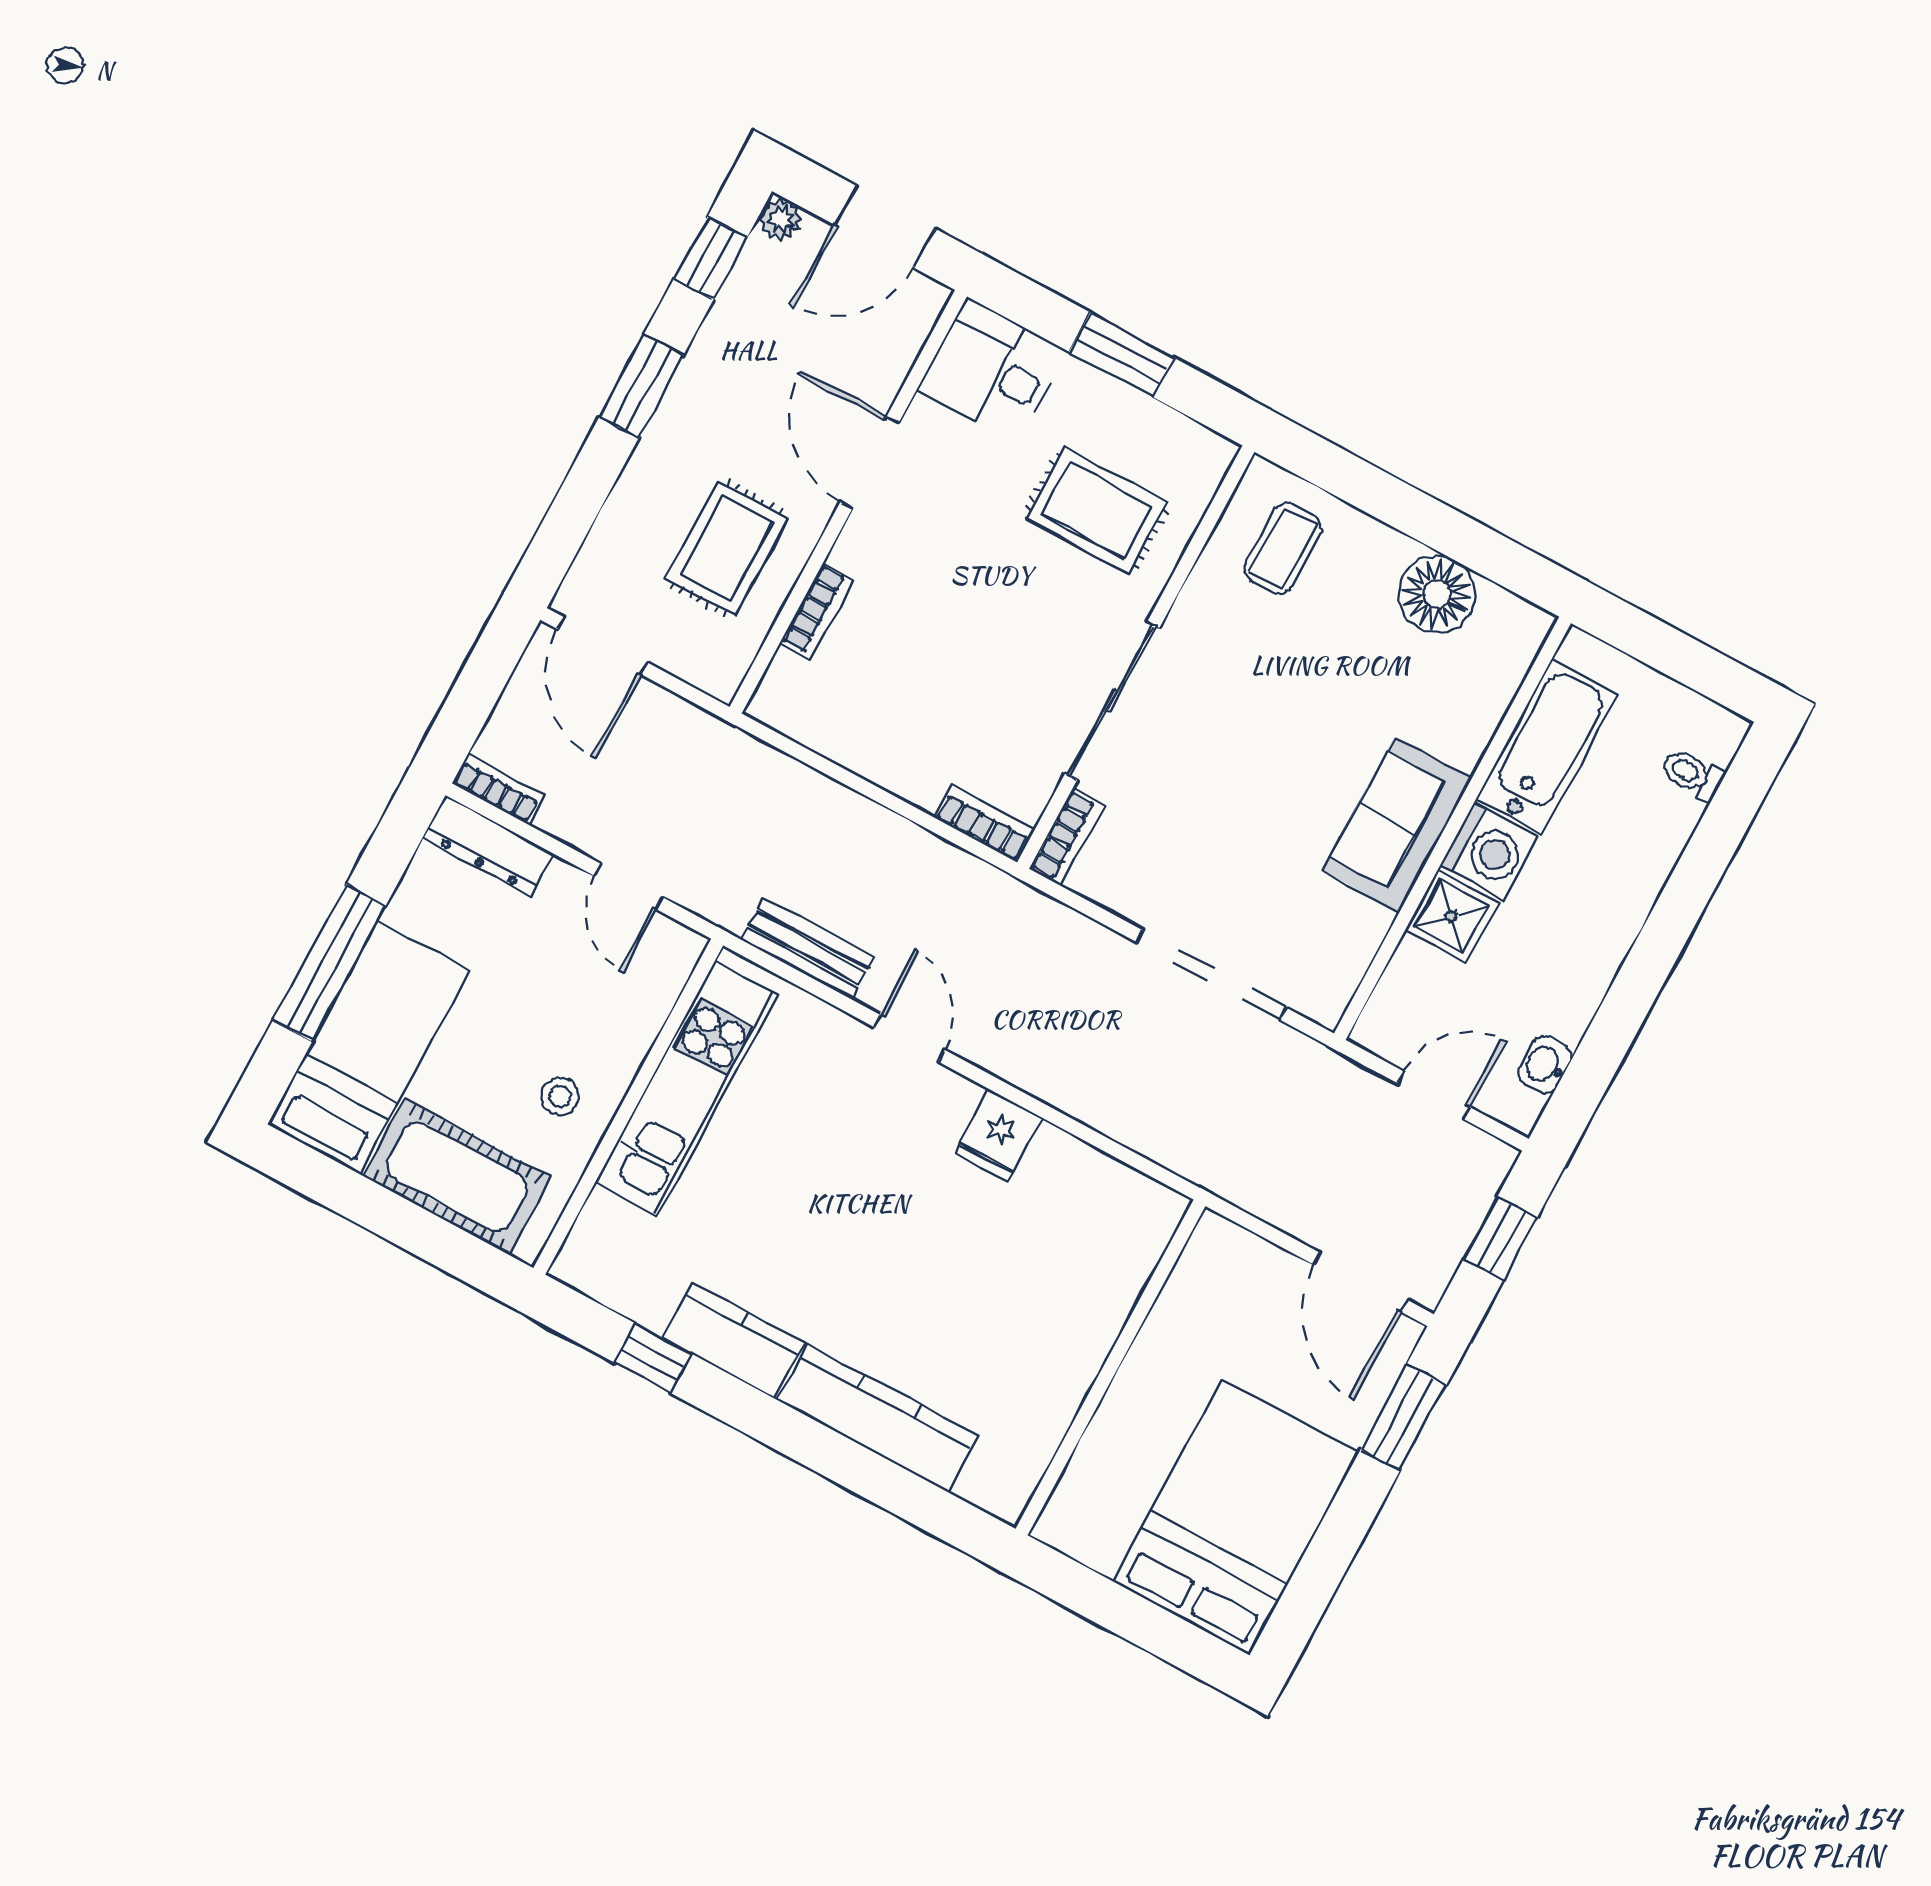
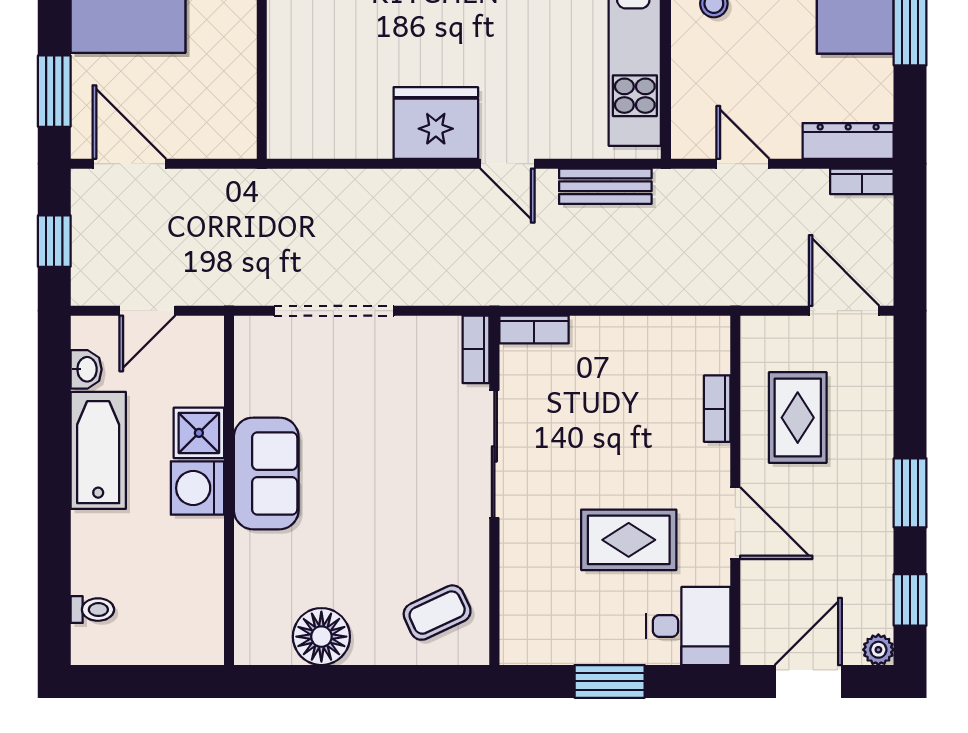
rug: (1096, 510) -> (629, 540), moved
coffee table: (1283, 548) -> (437, 613), turned 65
bathtub: (1547, 746) -> (98, 450), moved, turned 180
fridge: (998, 1135) -> (436, 123), width x1.88, depth x1.34

